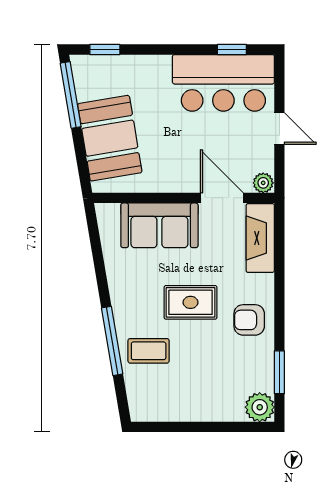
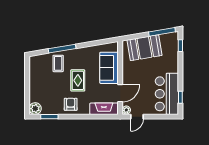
door: (279, 128) -> (137, 117), moved

